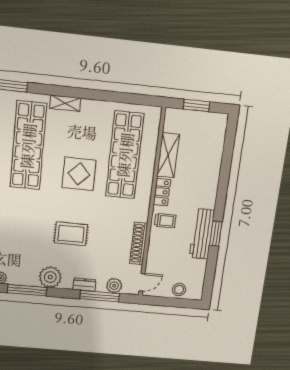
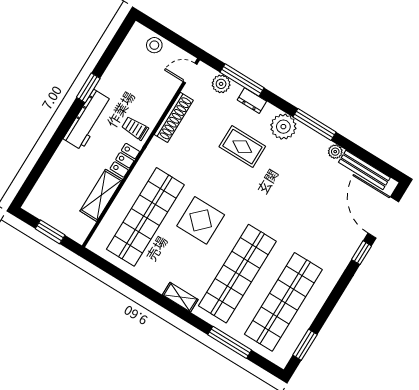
rug: (71, 234) -> (242, 147), moved
workbench: (202, 234) -> (88, 120), moved

